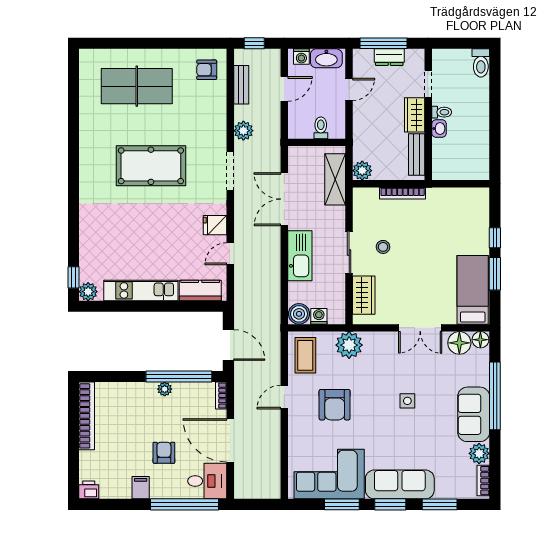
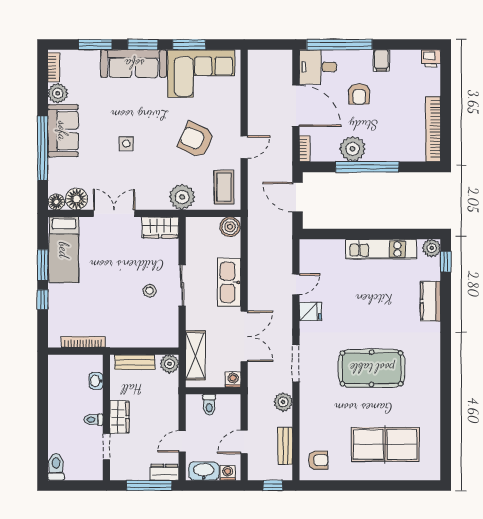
dresser: (389, 57) -> (164, 472), moved
washbasin: (439, 129) -> (96, 381), moved
bench: (417, 154) -> (135, 362), moved, turned 90
bookcase: (403, 193) -> (83, 342), moved
kitchen counter: (200, 290) -> (431, 301), moved, turned 90
wardrobe: (364, 295) -> (160, 227), moved, turned -90
washing machine: (319, 316) -> (233, 380), moved, turned 180
window: (179, 377) -> (367, 167), moved
plant: (165, 389) -> (353, 149), width x1.88, depth x1.88
armchair: (335, 405) -> (196, 140), turned -65

